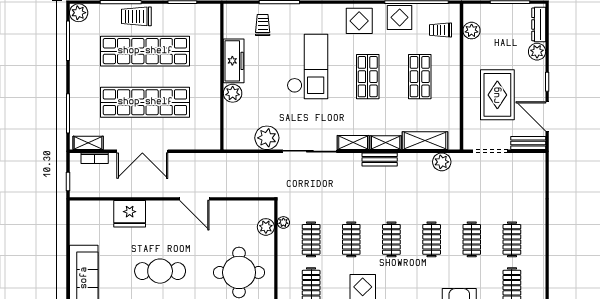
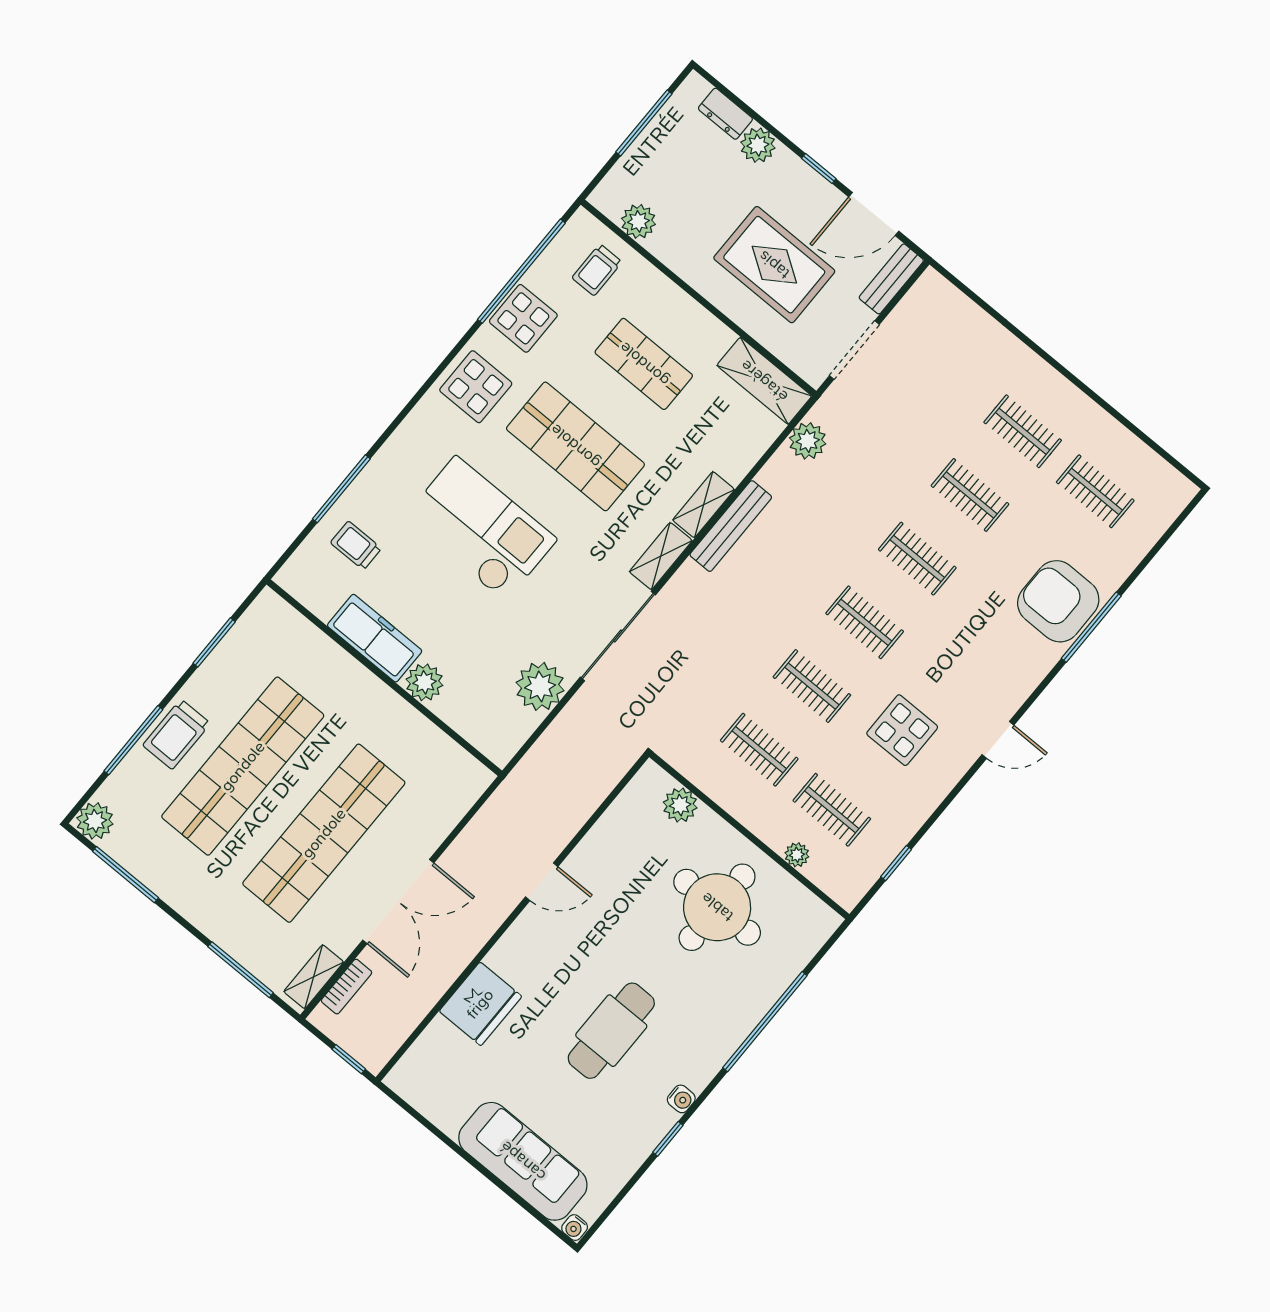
dresser: (539, 24) -> (725, 114), width x0.70
shop shelf: (368, 77) -> (575, 446), width x1.43, depth x1.36
shelving: (425, 141) -> (764, 381), moved, turned 90
bench: (380, 159) -> (731, 526), width x1.36
door: (194, 199) -> (542, 882), width x0.73
plant: (283, 222) -> (797, 855), moved

